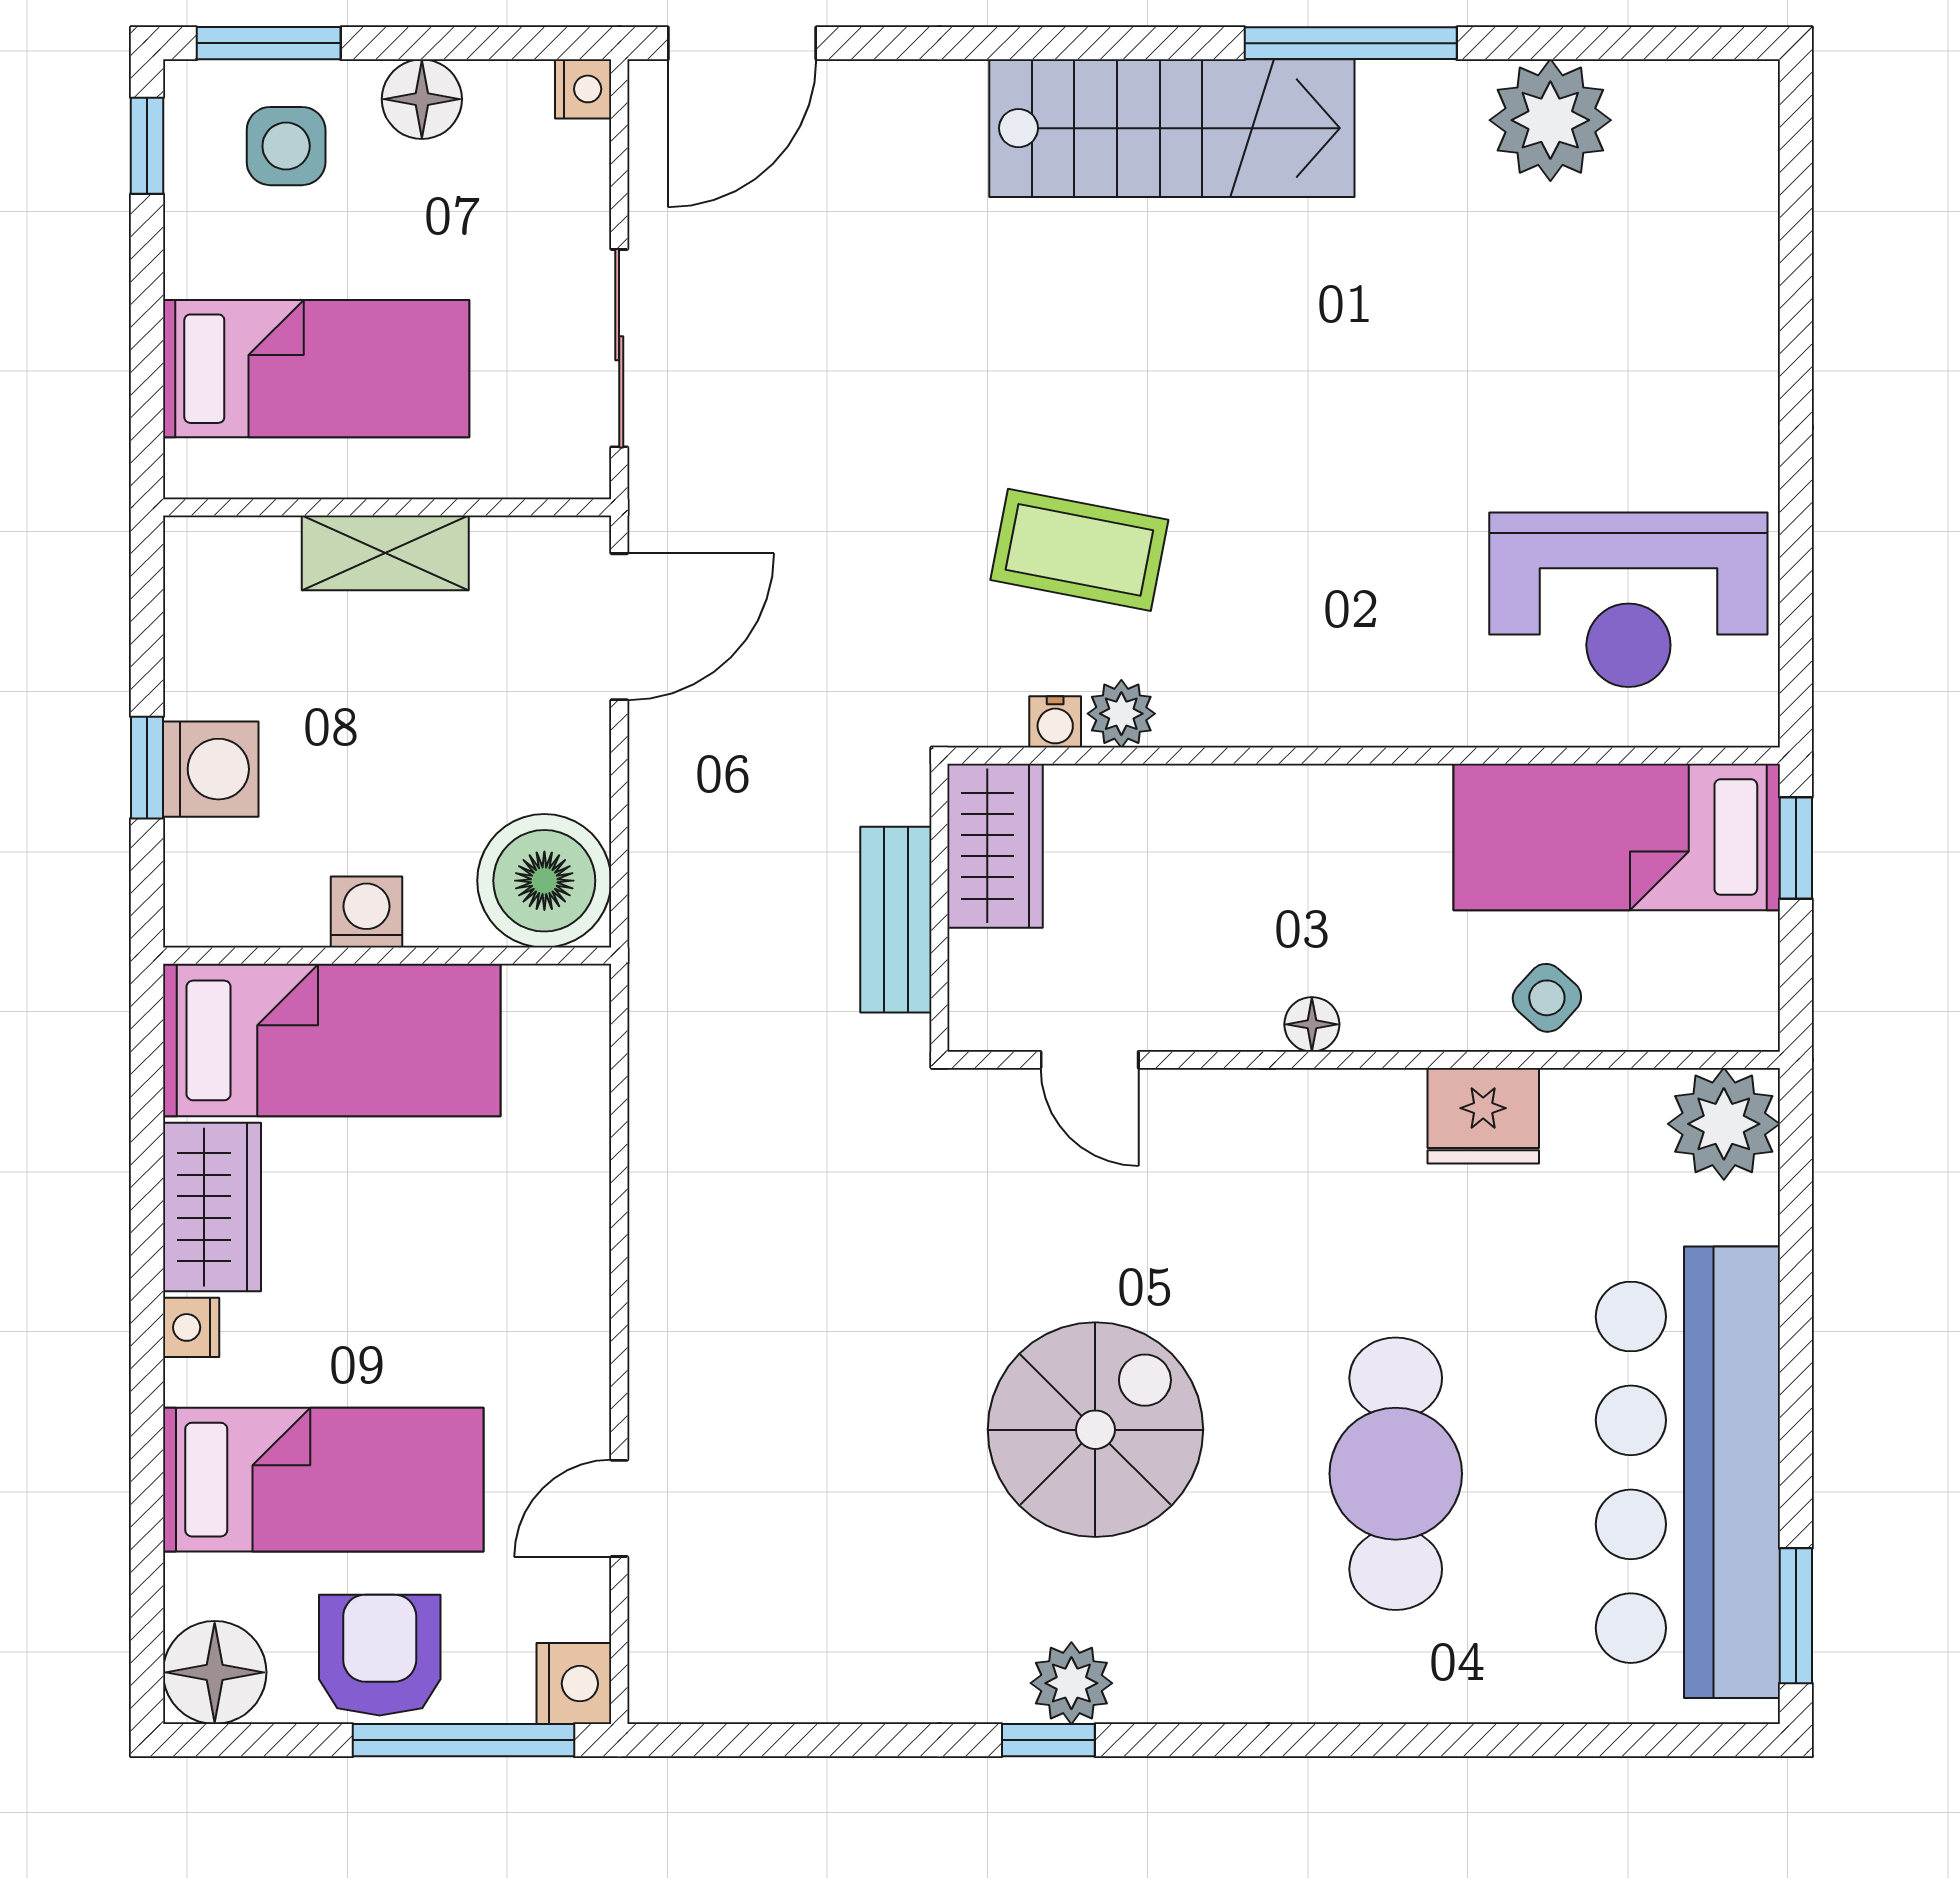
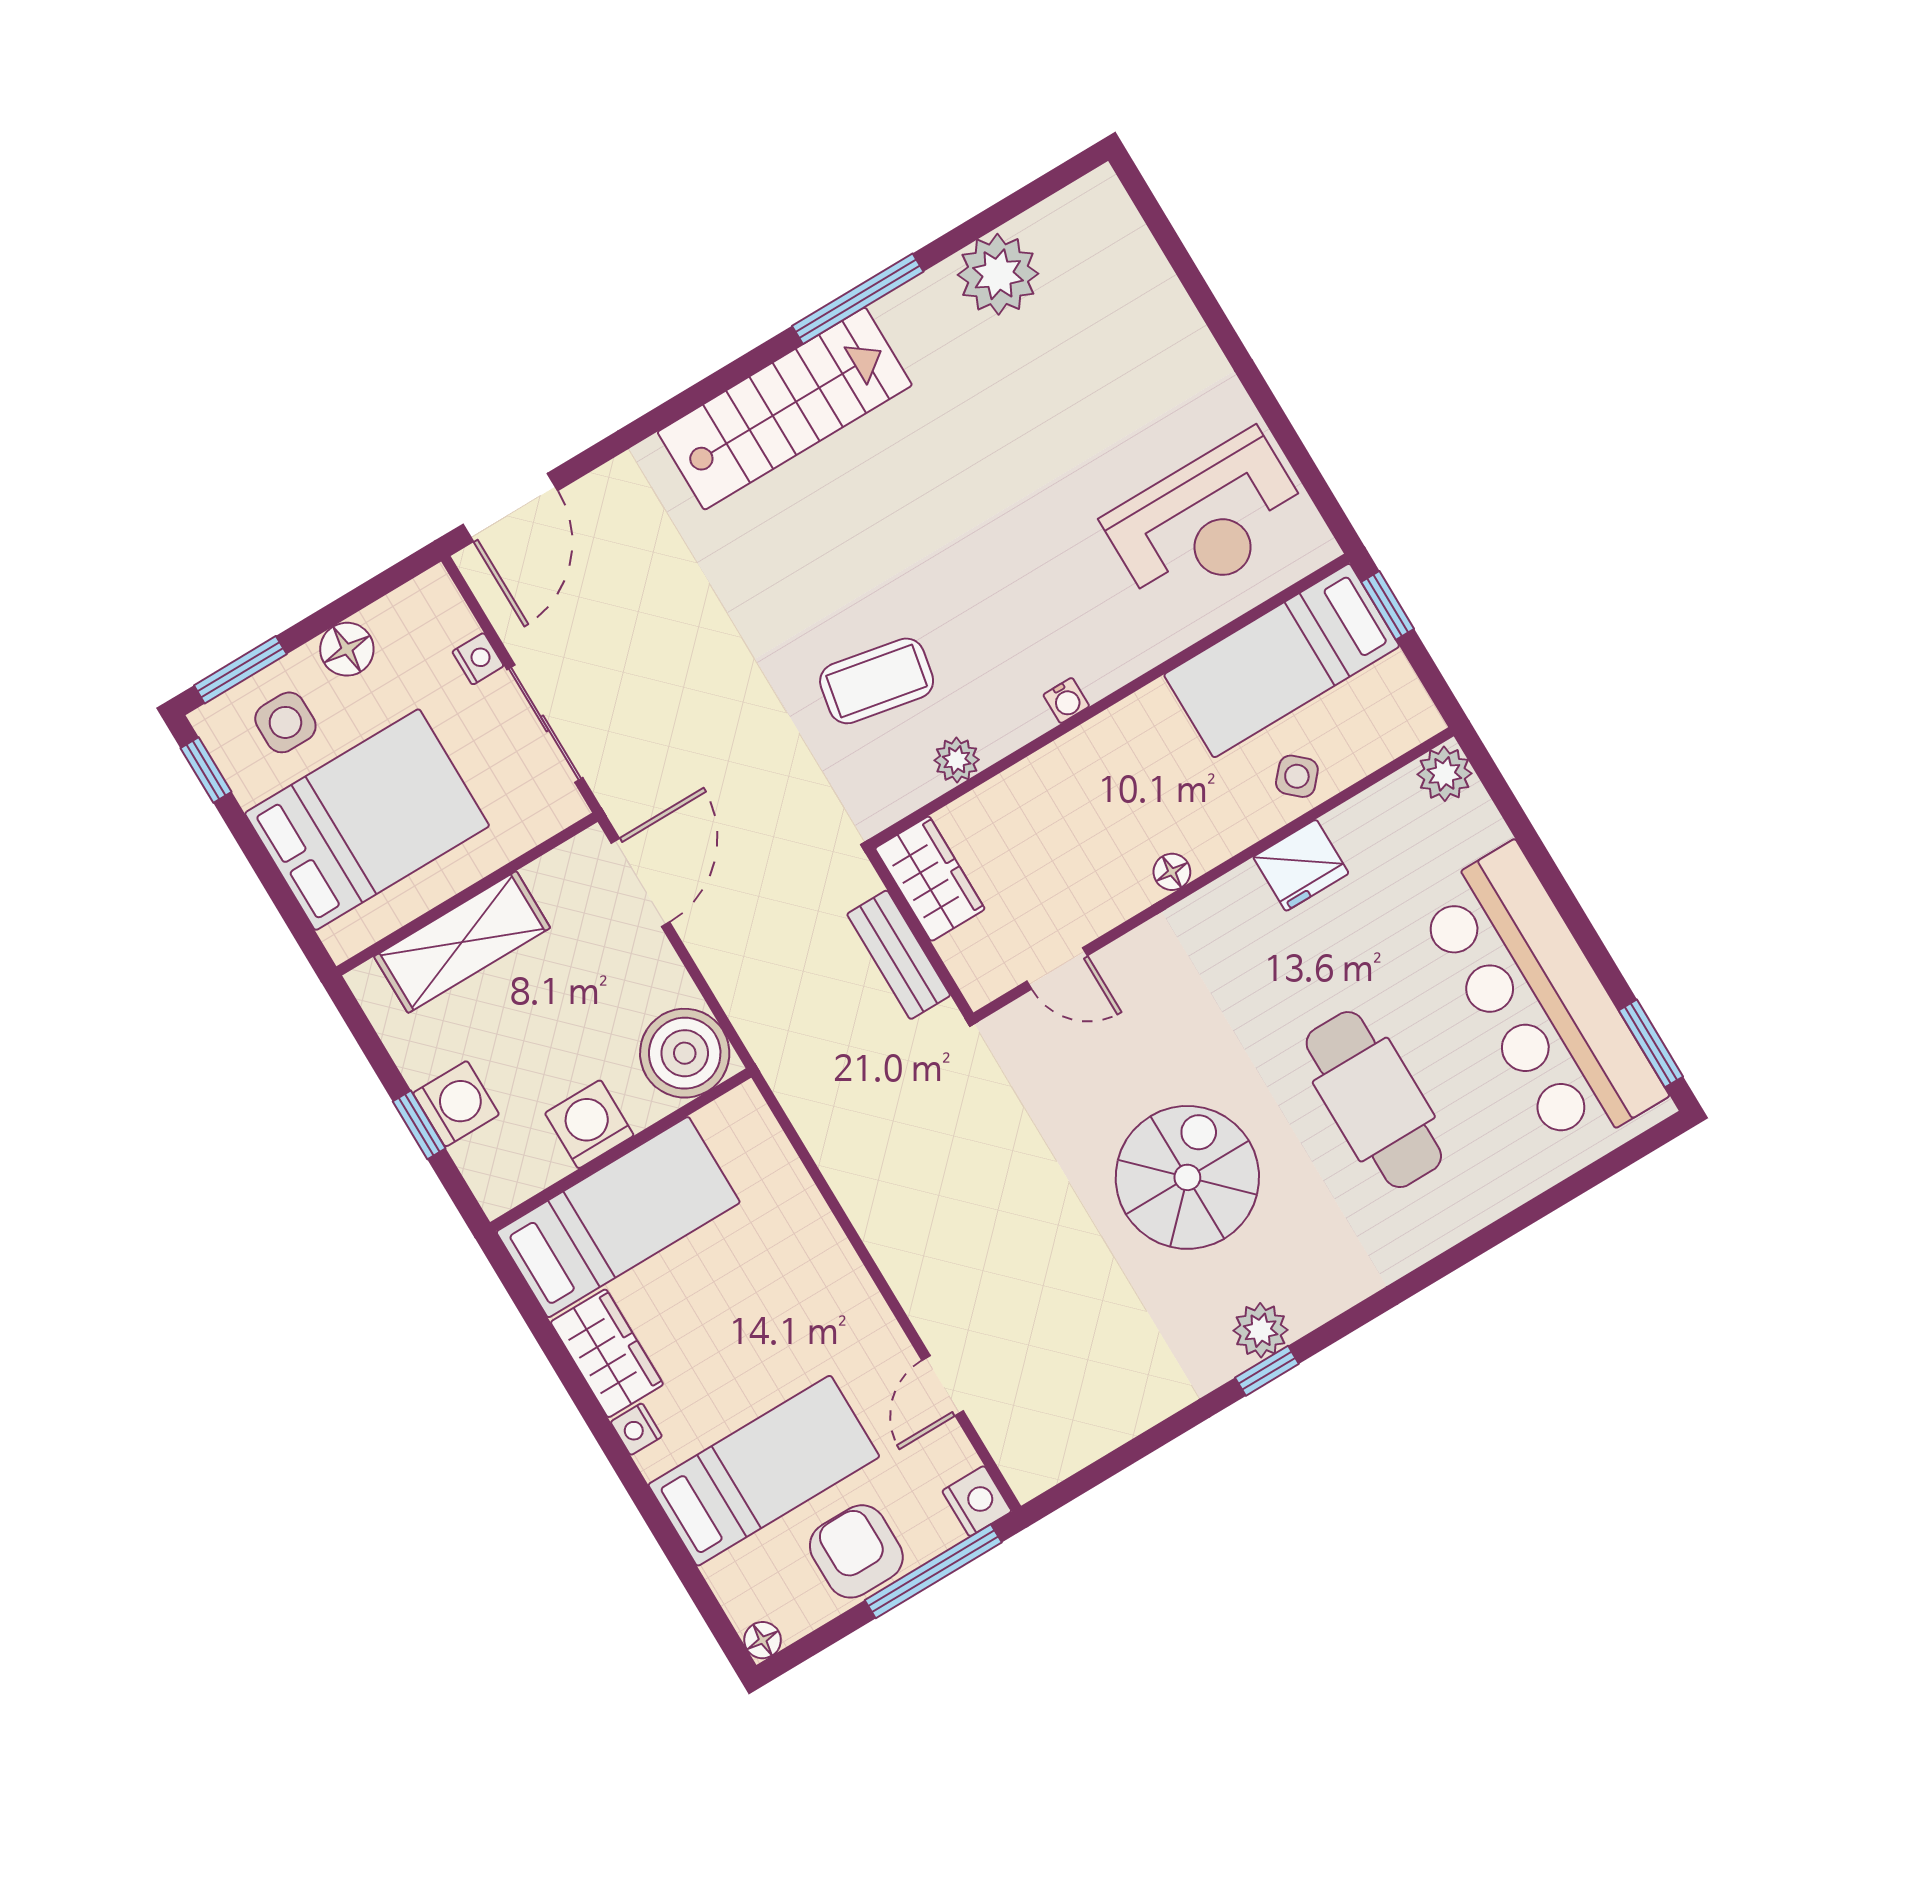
nightstand: (583, 89) -> (478, 659), moved
bed: (316, 369) -> (367, 820), width x1.50
shelving: (385, 553) -> (462, 942), width x1.50, depth x1.33
water cooler: (1055, 722) -> (1066, 700), moved
washing machine: (366, 912) -> (589, 1124), width x1.38, depth x1.38
plant: (1724, 1124) -> (1444, 774), width x0.73, depth x0.73
floor lamp: (215, 1672) -> (763, 1640), width x0.53, depth x0.53

